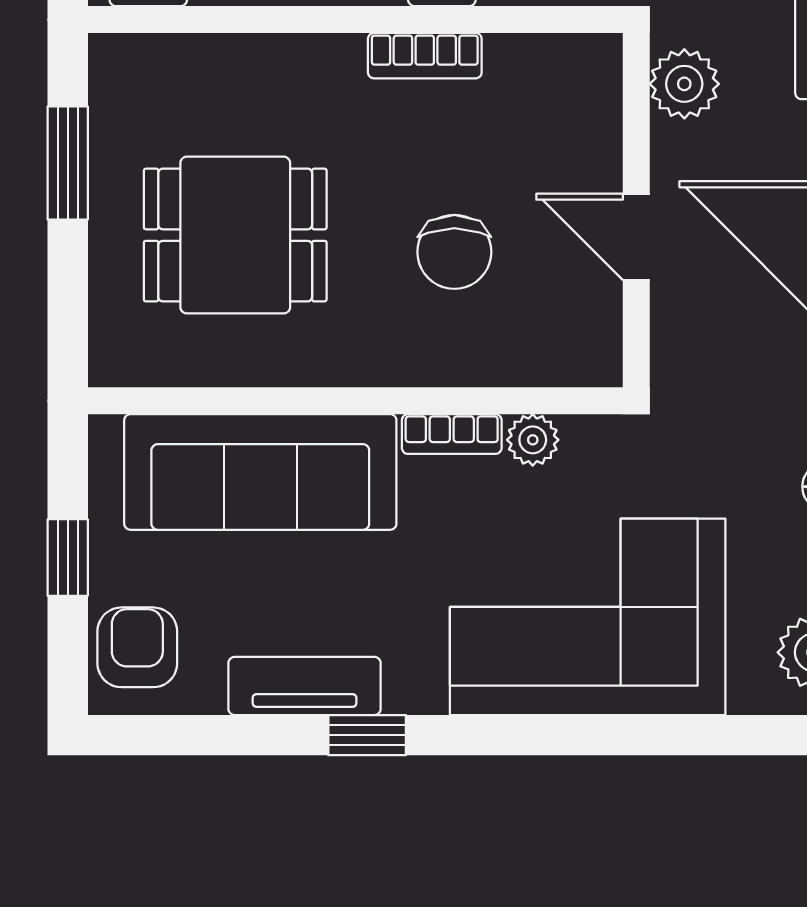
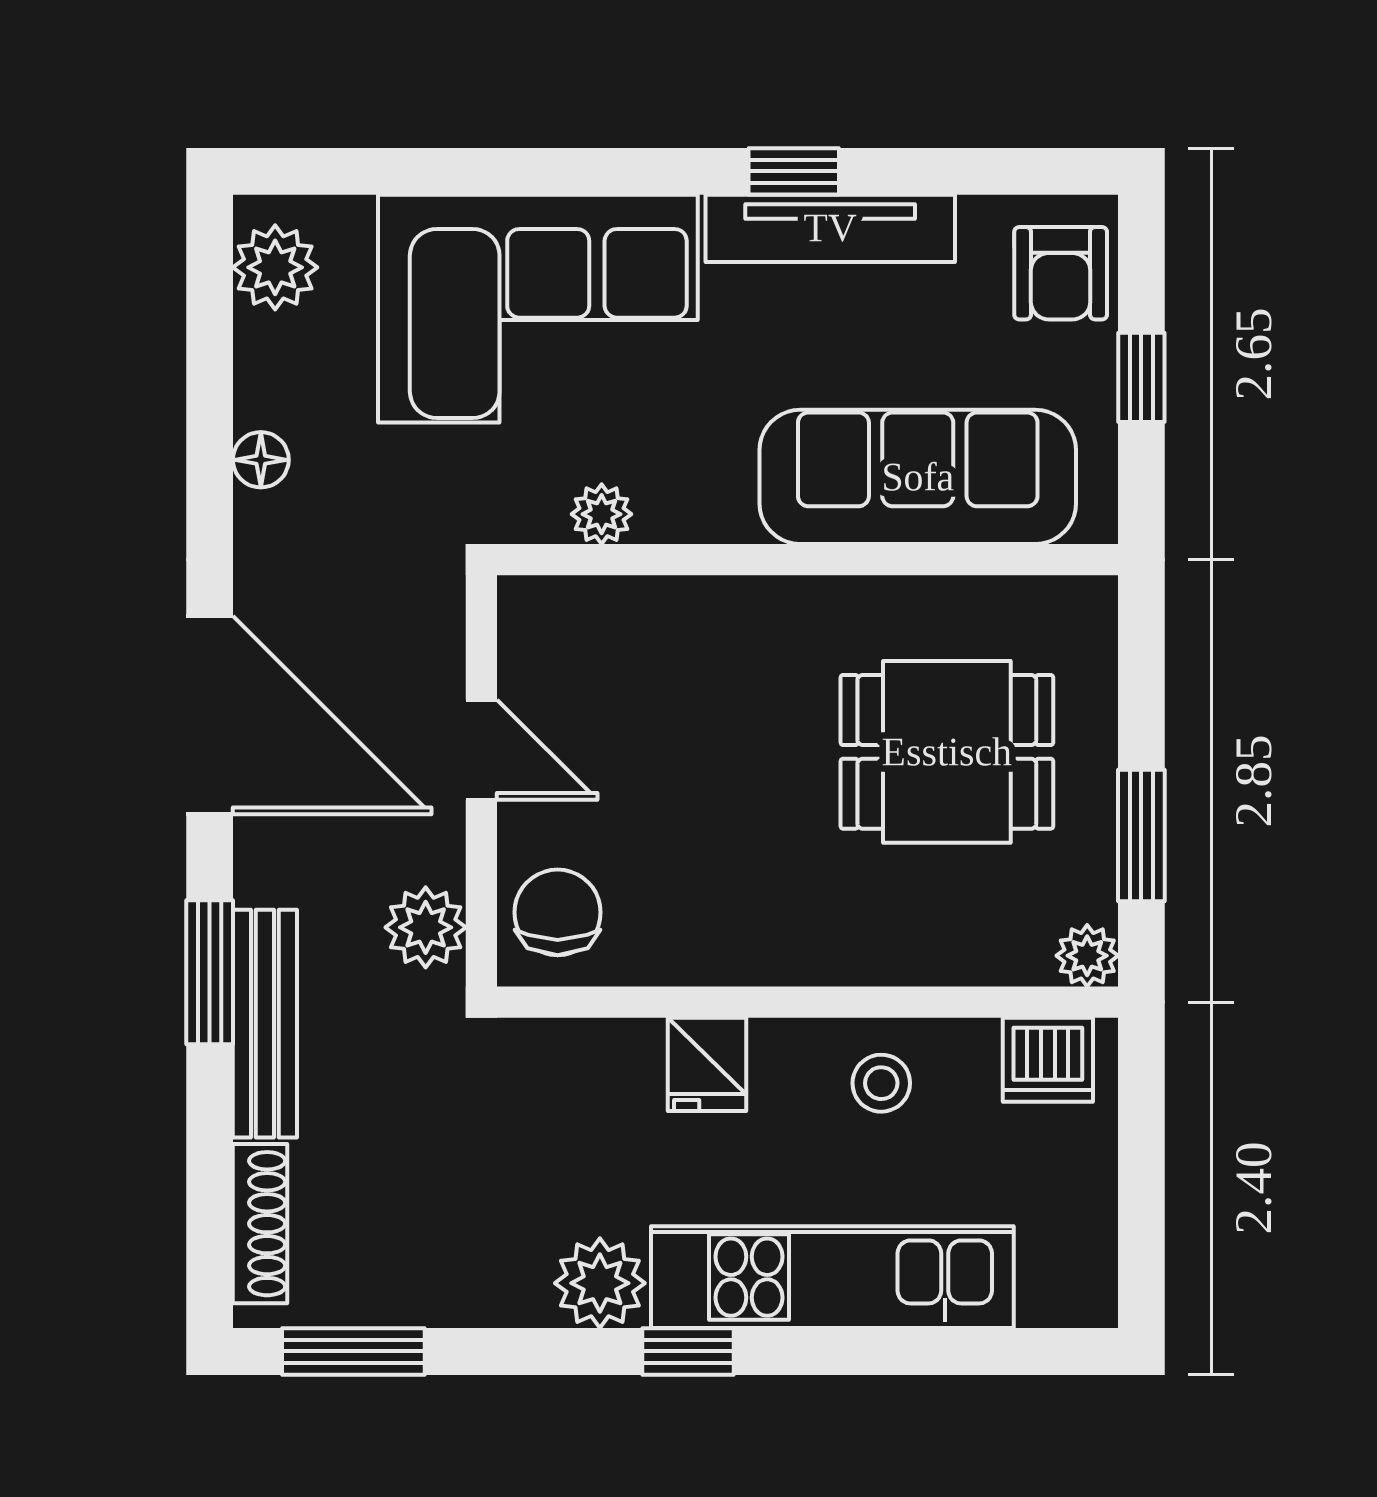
bookcase: (425, 56) -> (727, 960), removed
plant: (114, 59) -> (1087, 956), added
chair: (454, 252) -> (558, 912), moved
bookcase: (452, 434) -> (696, 521), removed
tv unit: (305, 686) -> (830, 228), width x1.41

